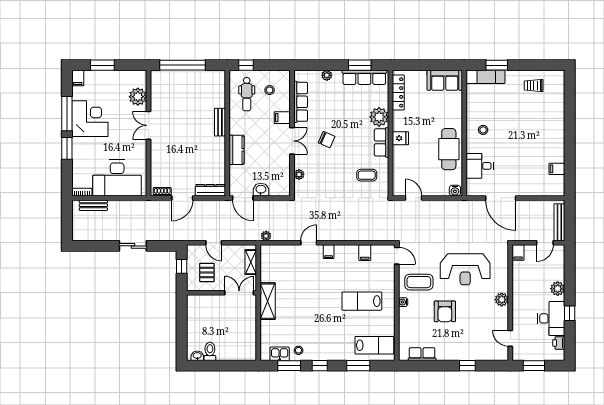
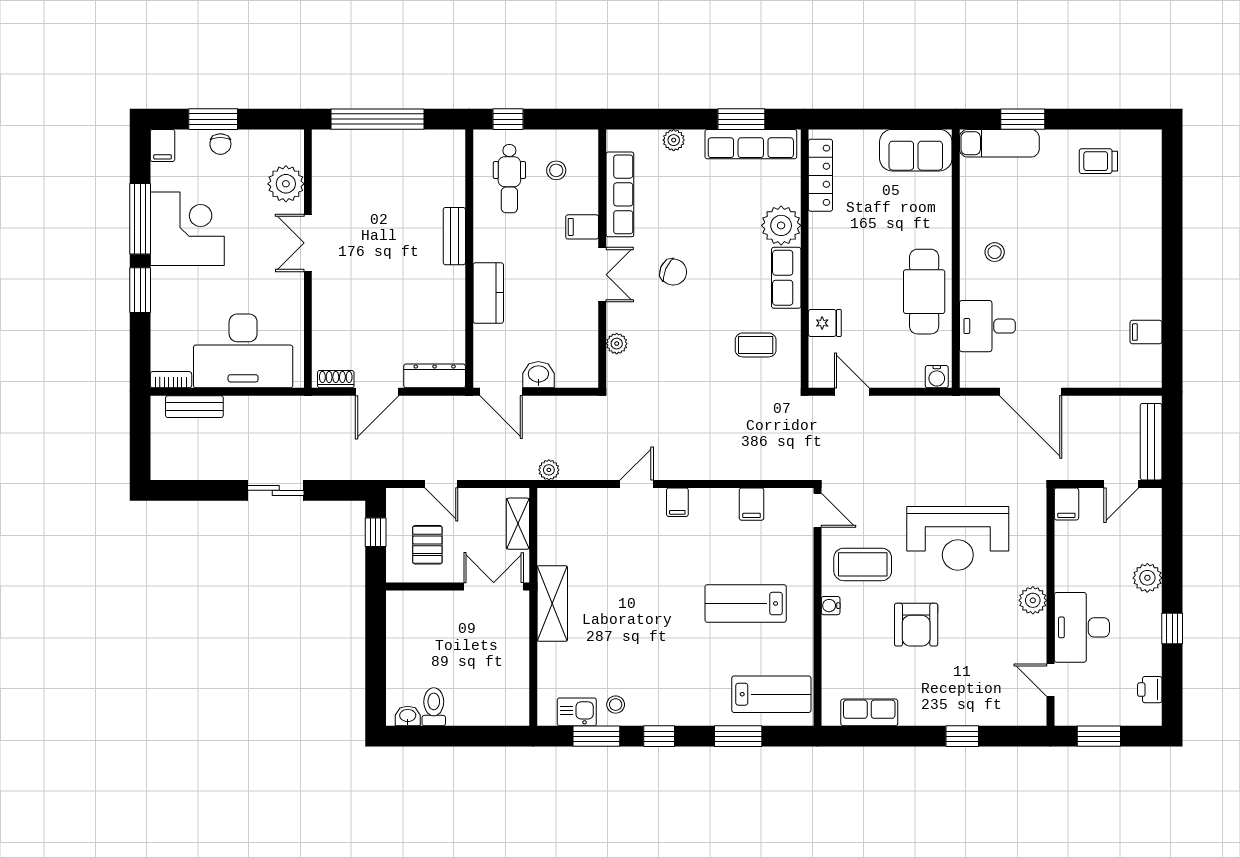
chair: (106, 77) -> (220, 144), added
fridge: (400, 138) -> (825, 323), moved
desk: (551, 318) -> (1082, 627), moved, turned 180

